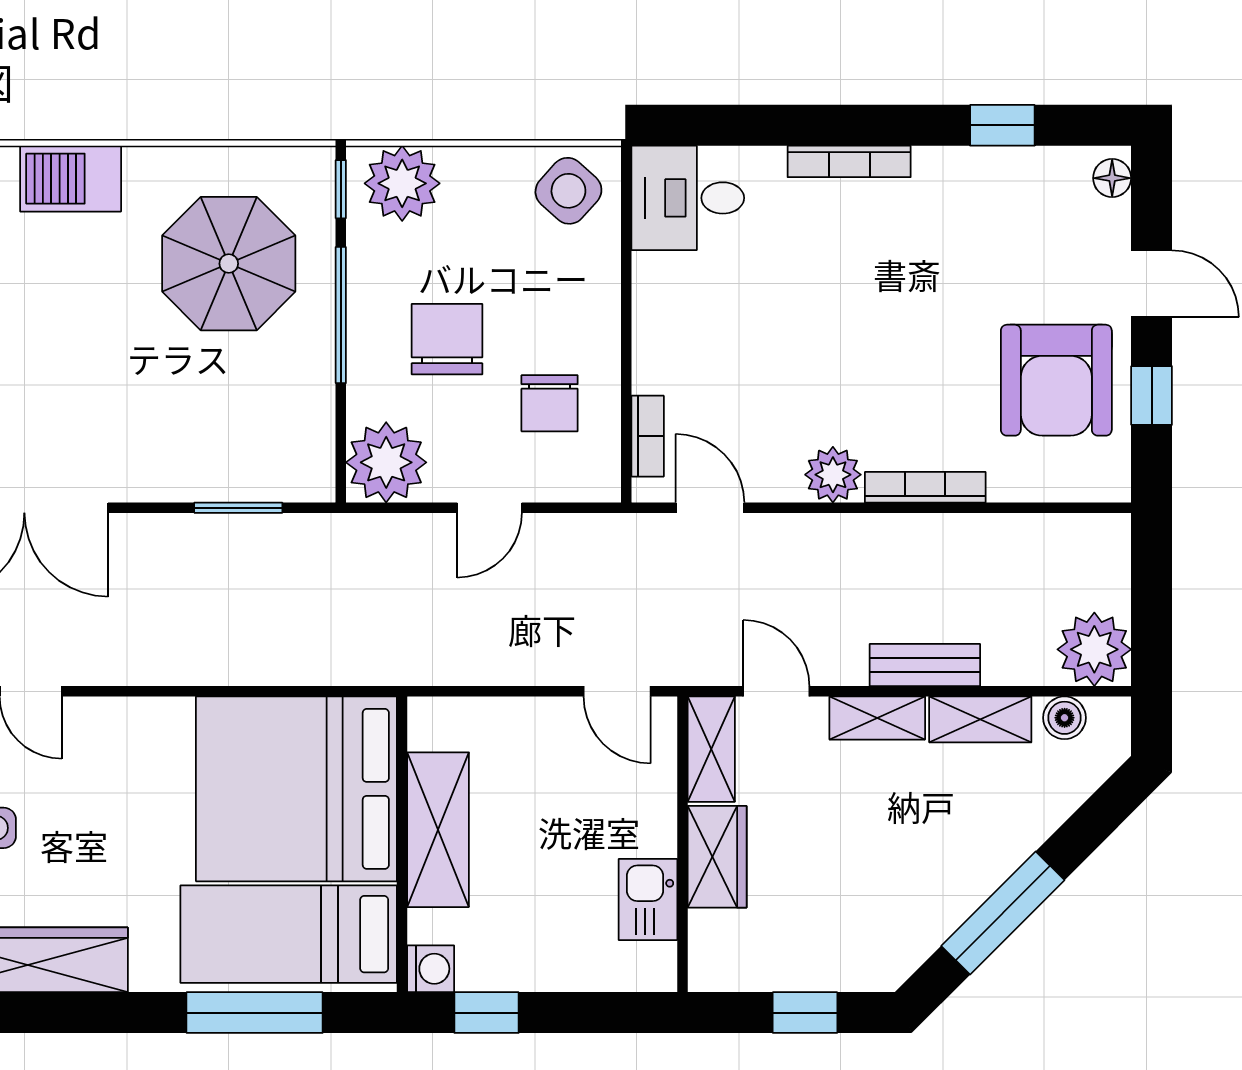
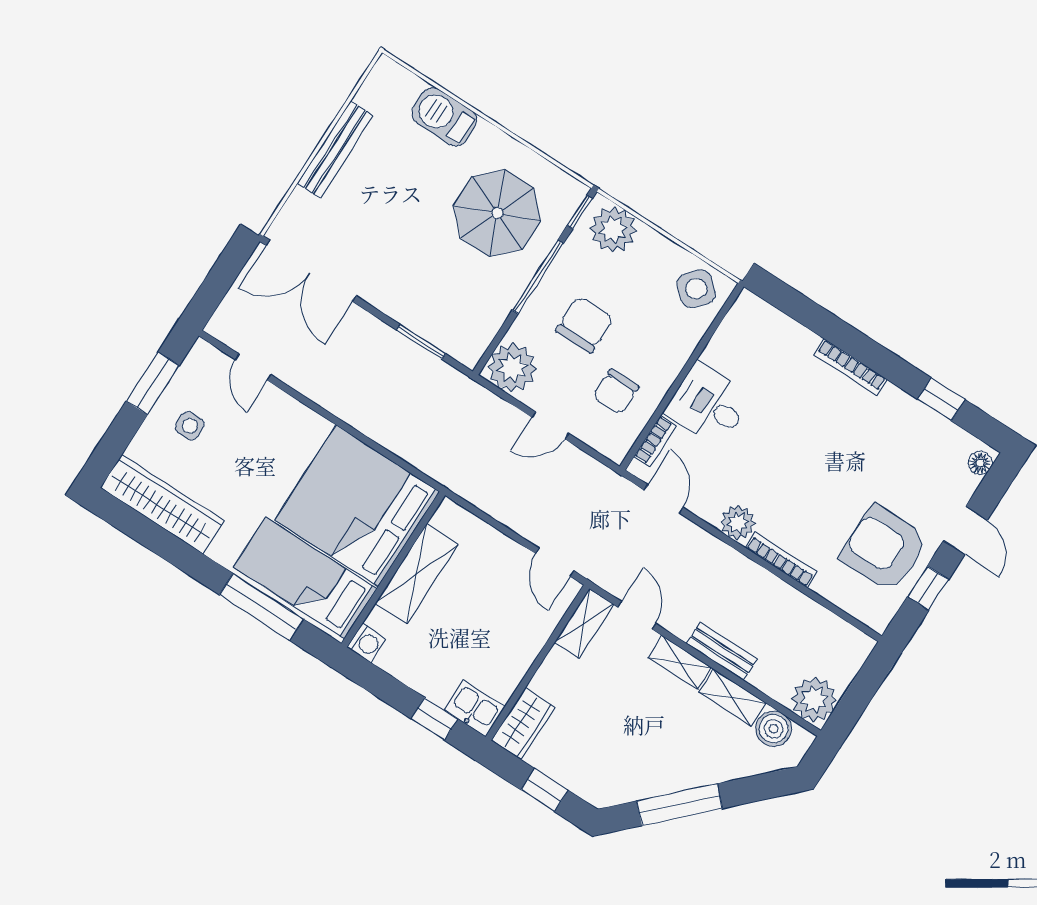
desk: (688, 198) -> (708, 405), moved
armchair: (1056, 380) -> (884, 548), turned 90
boiler: (1065, 718) -> (774, 729), width x1.36, depth x1.36
wardrobe: (717, 857) -> (523, 724), moved
kitchen sink: (648, 899) -> (475, 708), moved, turned 90
window: (486, 1013) -> (434, 719), moved

